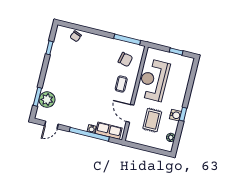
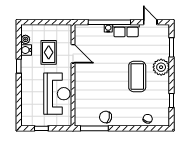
chair: (125, 59) -> (106, 117), moved
coffee table: (121, 84) -> (137, 77), moved, width x1.86, depth x1.72
plant: (47, 100) -> (161, 67), moved
water cooler: (175, 115) -> (26, 50), moved
door: (51, 125) -> (150, 22), hinge flipped
row of seats: (109, 131) -> (126, 31), moved

